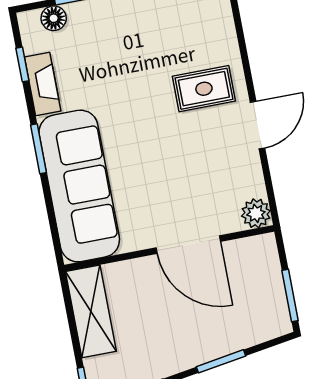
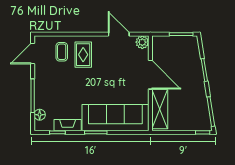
coffee table: (201, 40) -> (62, 52), added
door: (257, 125) -> (119, 34), moved
door: (188, 245) -> (150, 75), hinge flipped
shelving: (91, 311) -> (160, 109), moved, turned 90

